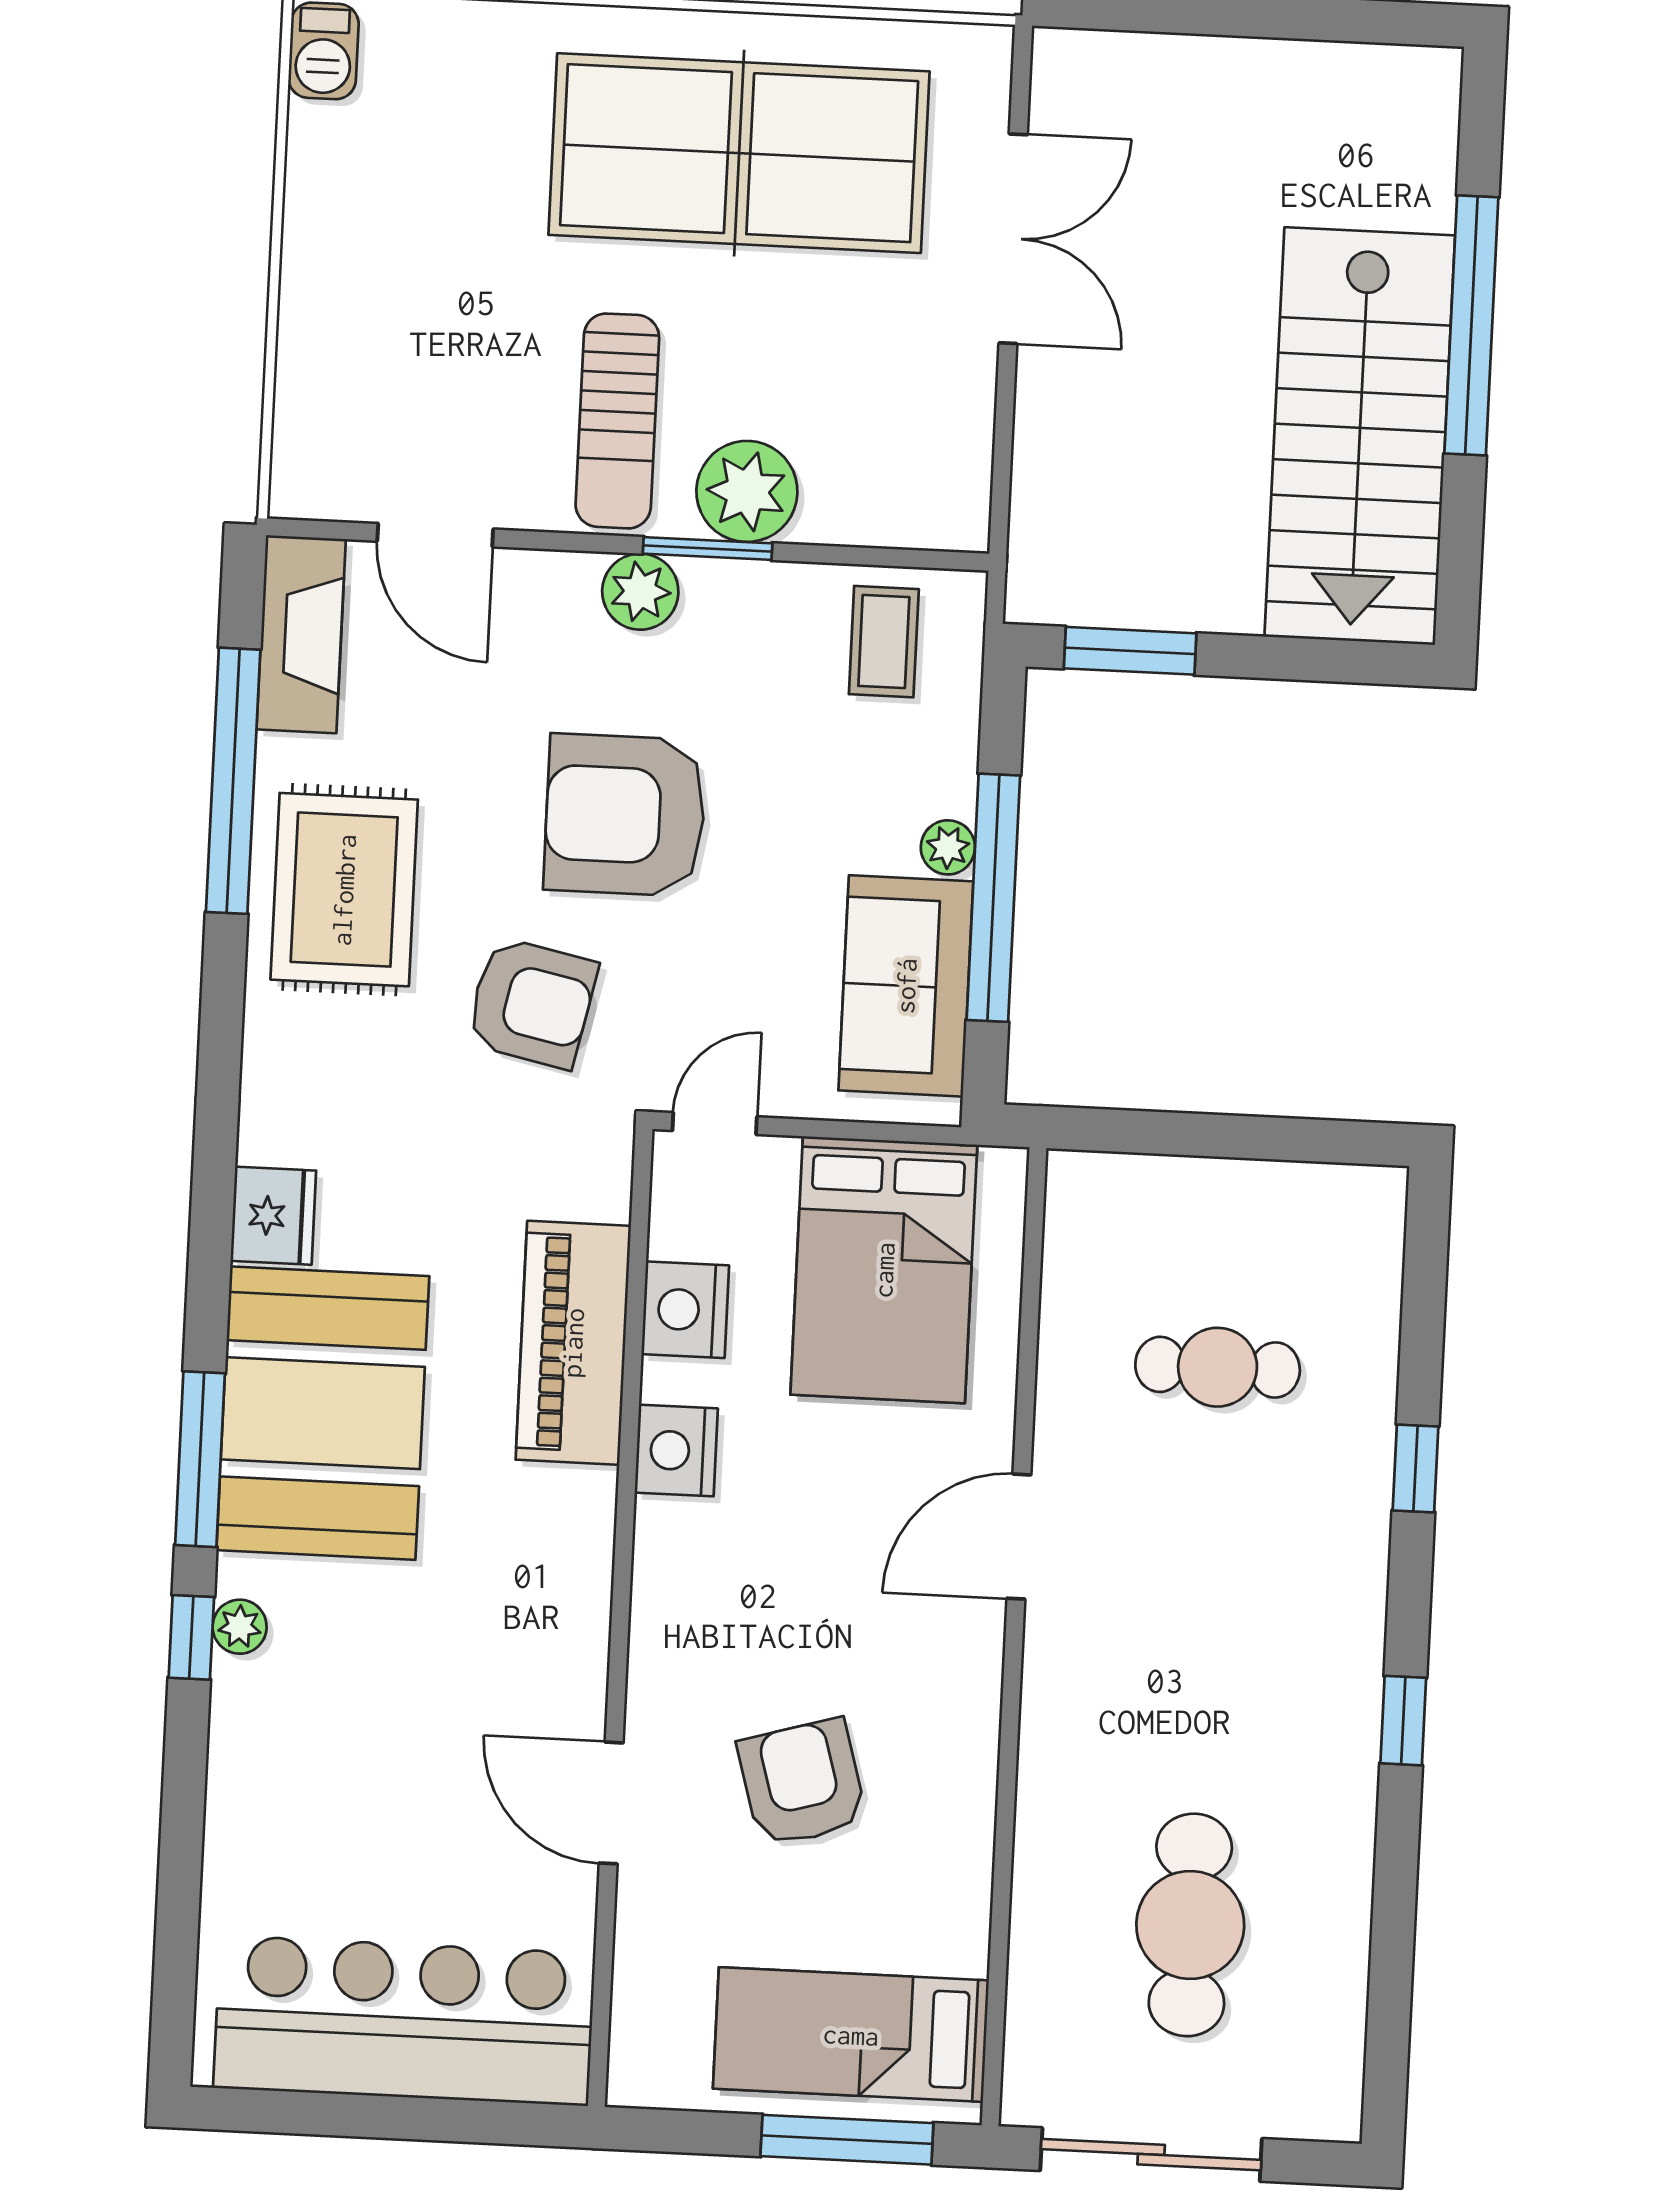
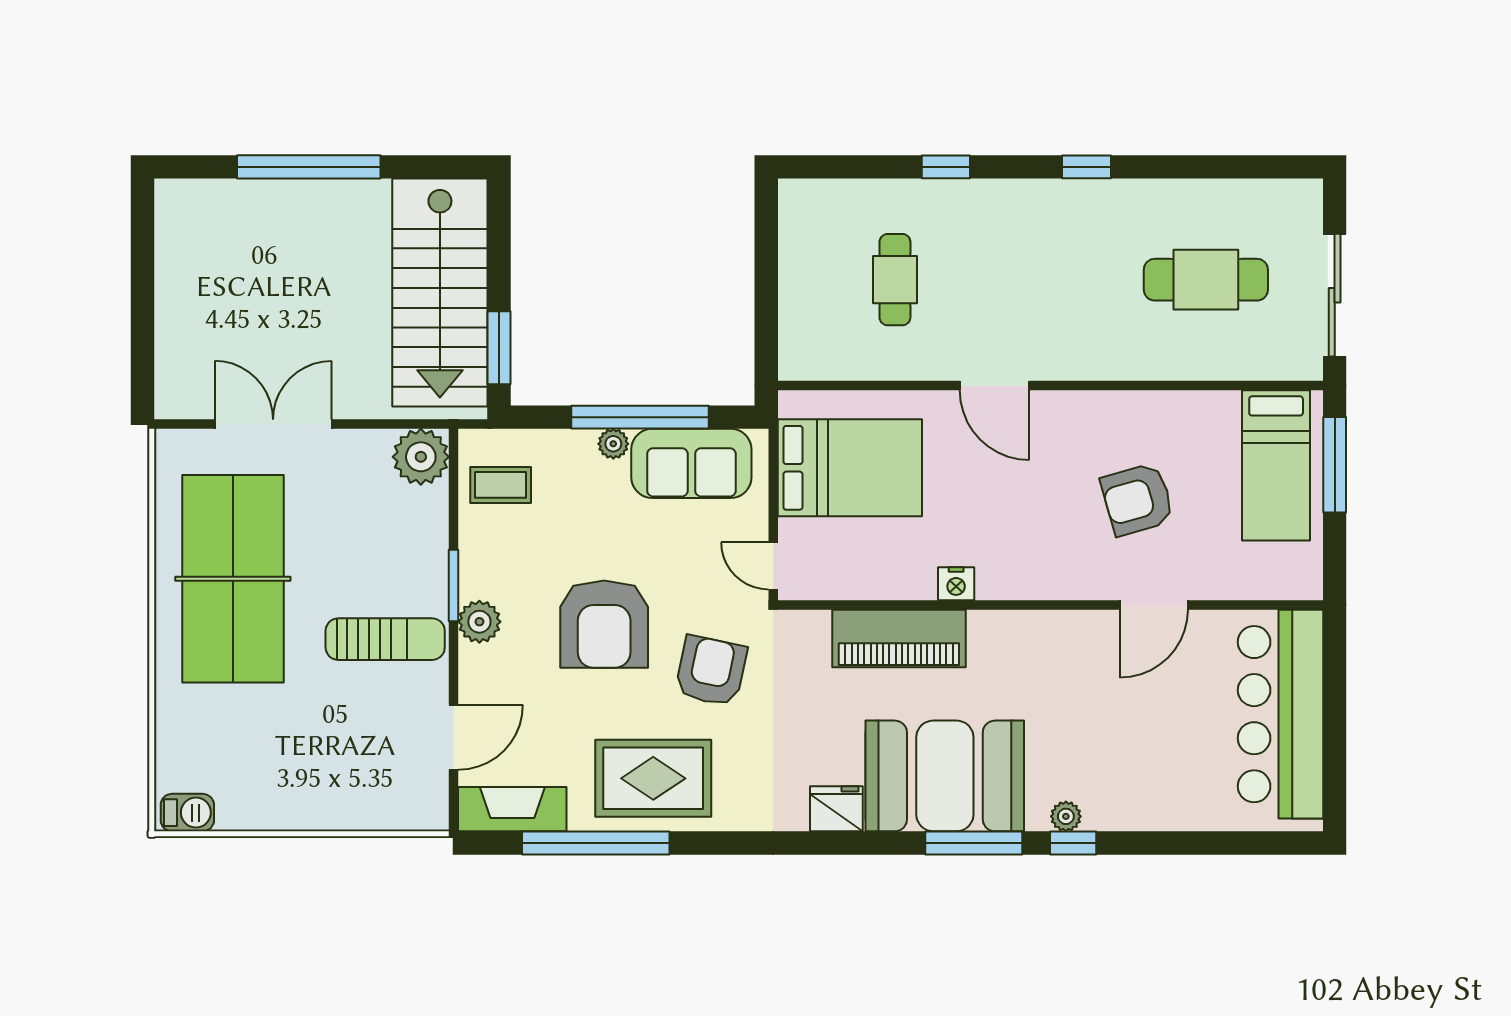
stairs: (1360, 436) -> (440, 293), moved, turned 90
plant: (747, 491) -> (421, 457), moved
nightstand: (685, 1310) -> (877, 577), removed
nightstand: (676, 1451) -> (956, 584), width x0.74, depth x0.75

